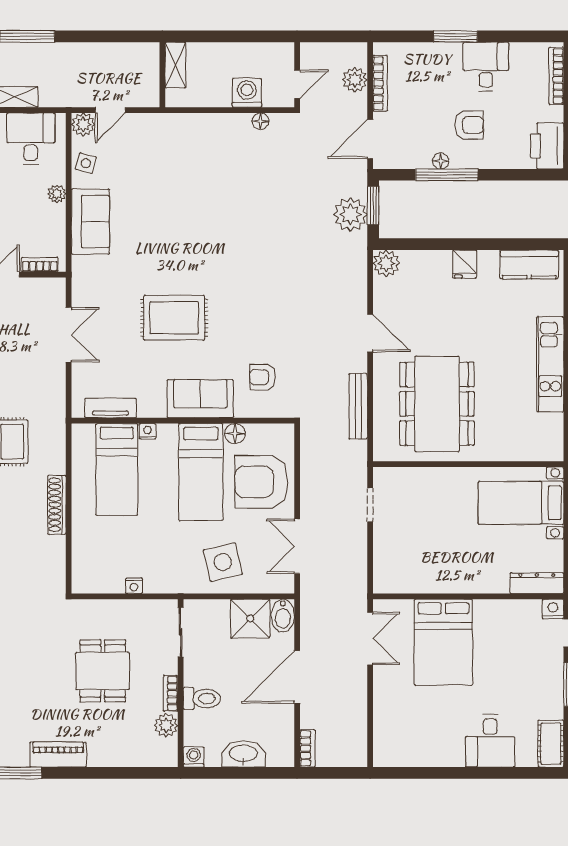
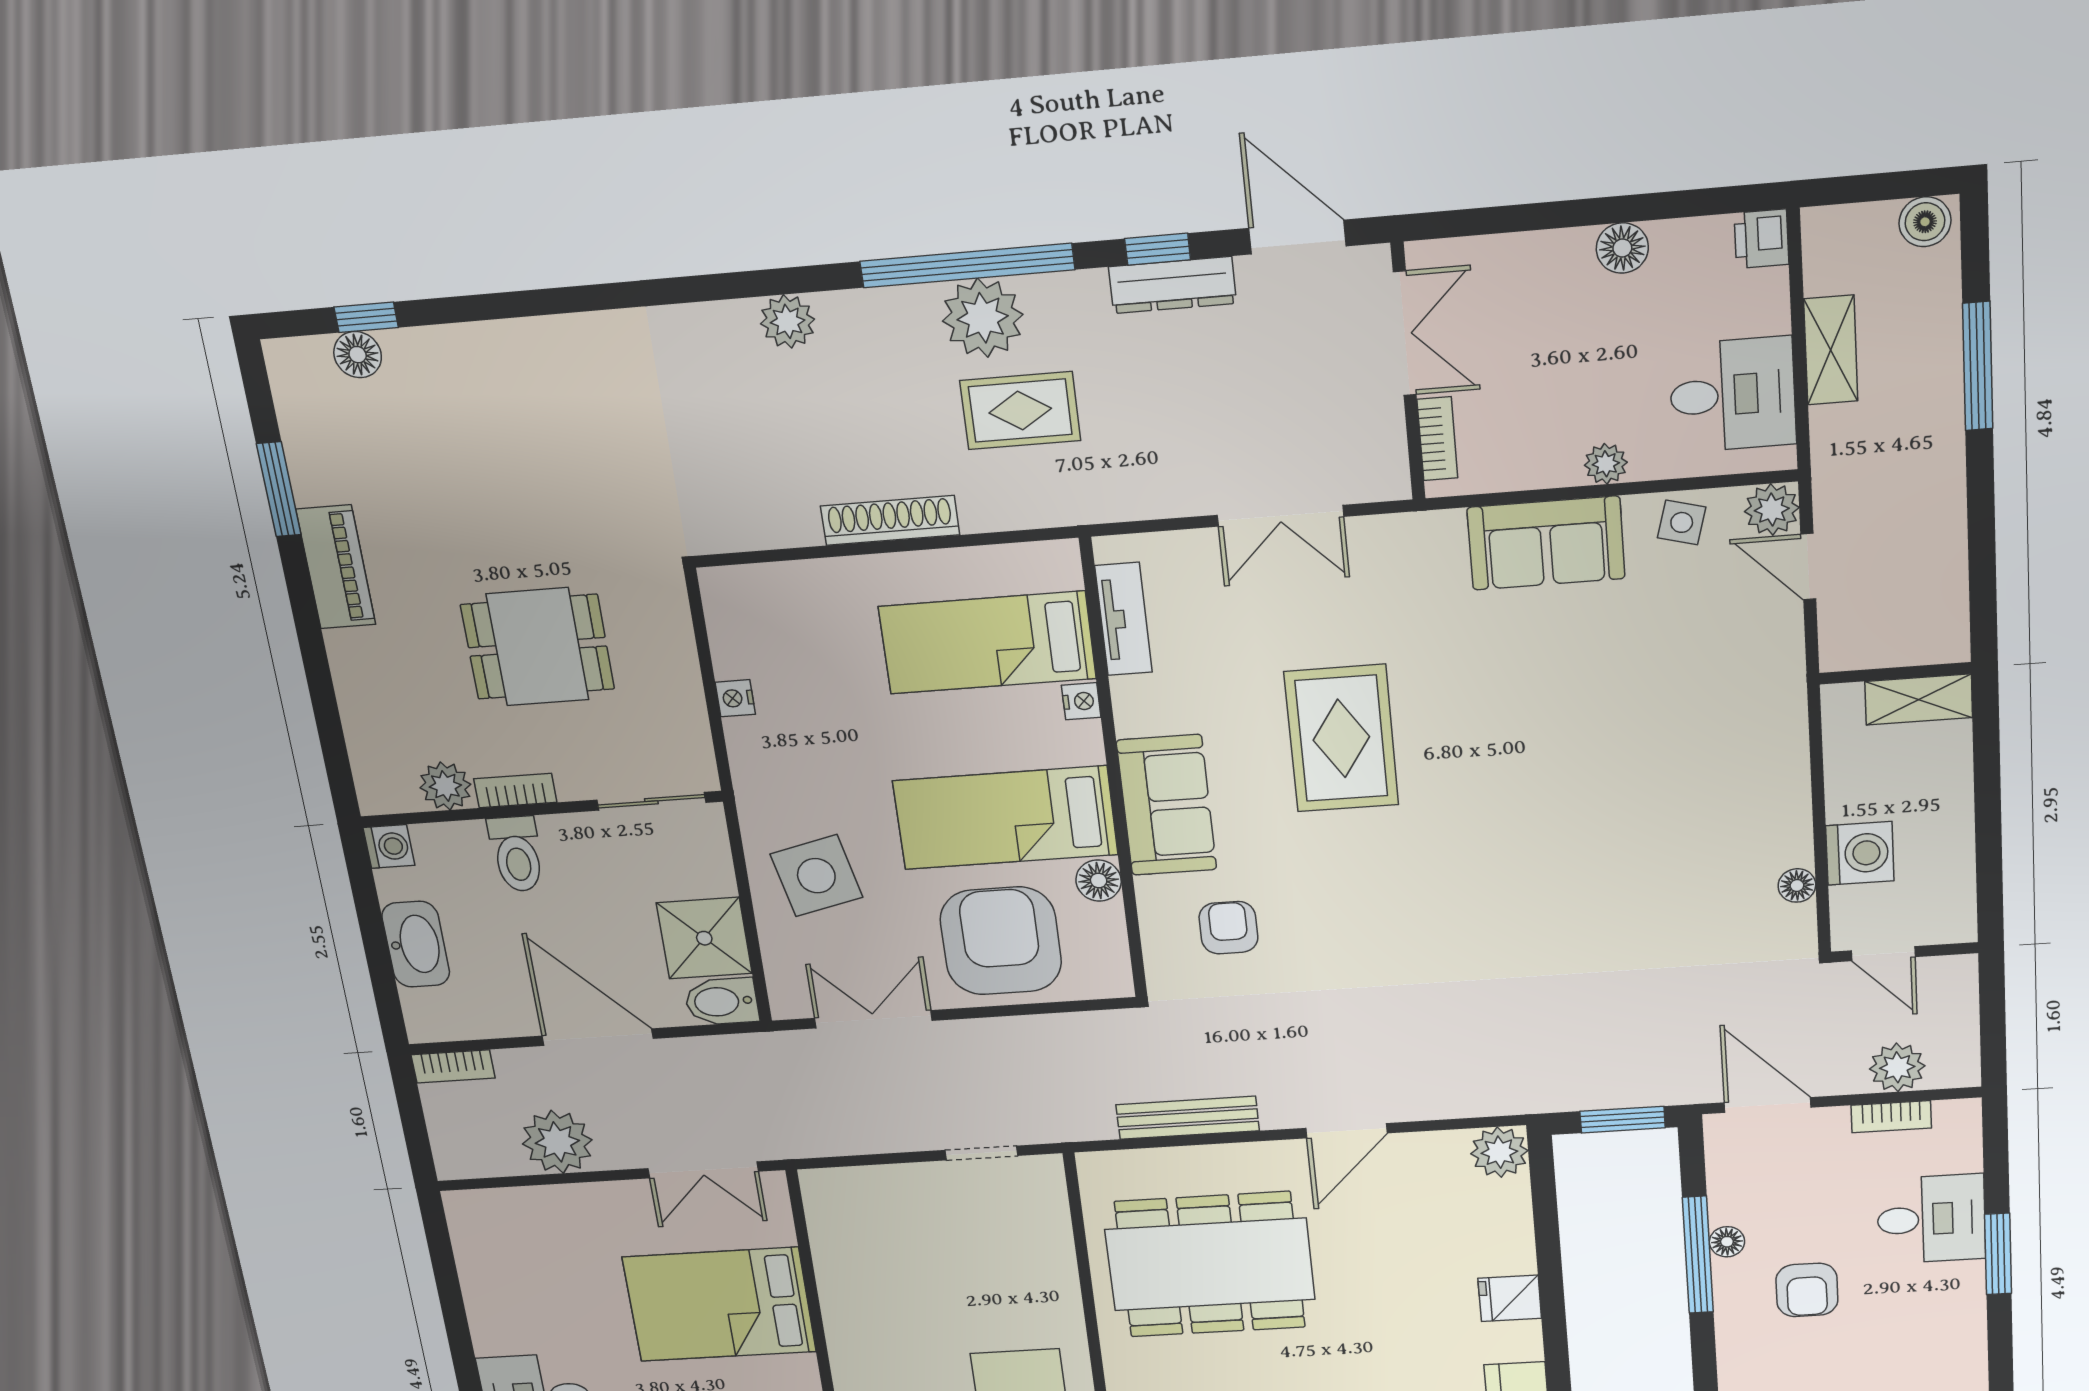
desk: (486, 67) -> (1931, 1219), moved
bookcase: (380, 83) -> (1891, 1117), width x0.64
plant: (350, 214) -> (557, 1142), moved

